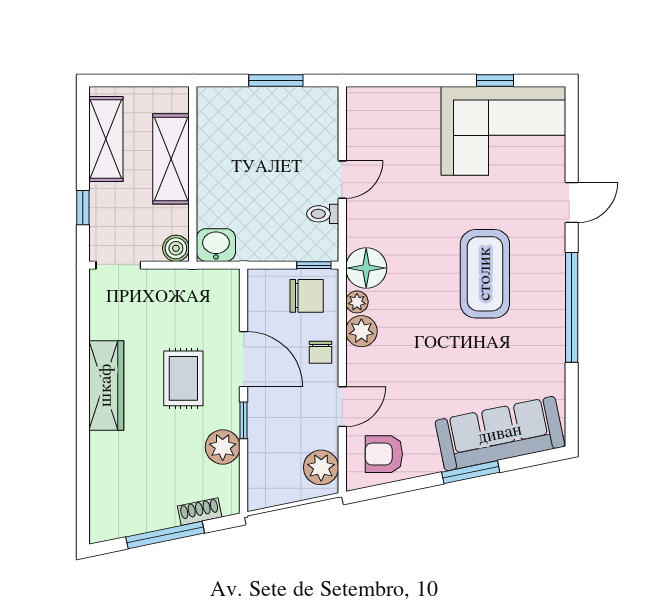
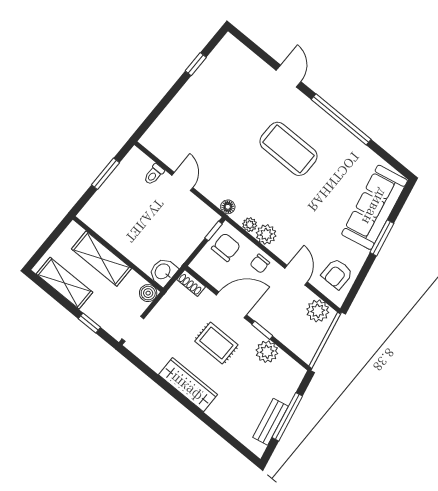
corner sofa: (503, 131) -> (225, 81), removed
toilet: (323, 214) -> (154, 174), moved
floor lamp: (366, 268) -> (228, 207), width x0.53, depth x0.53
chair: (320, 352) -> (260, 264), turned 90
shoe rack: (200, 512) -> (191, 283), moved, turned -78
bench: (143, 520) -> (271, 422), added

